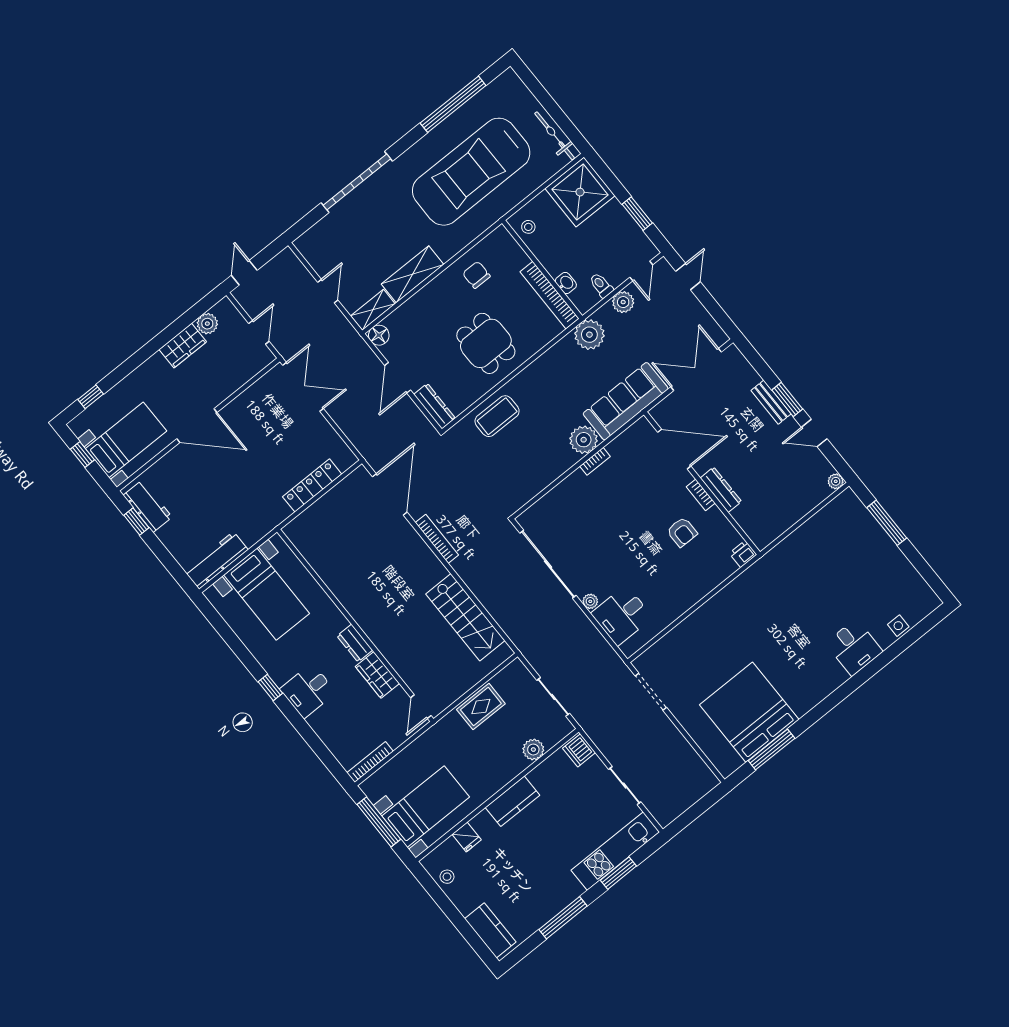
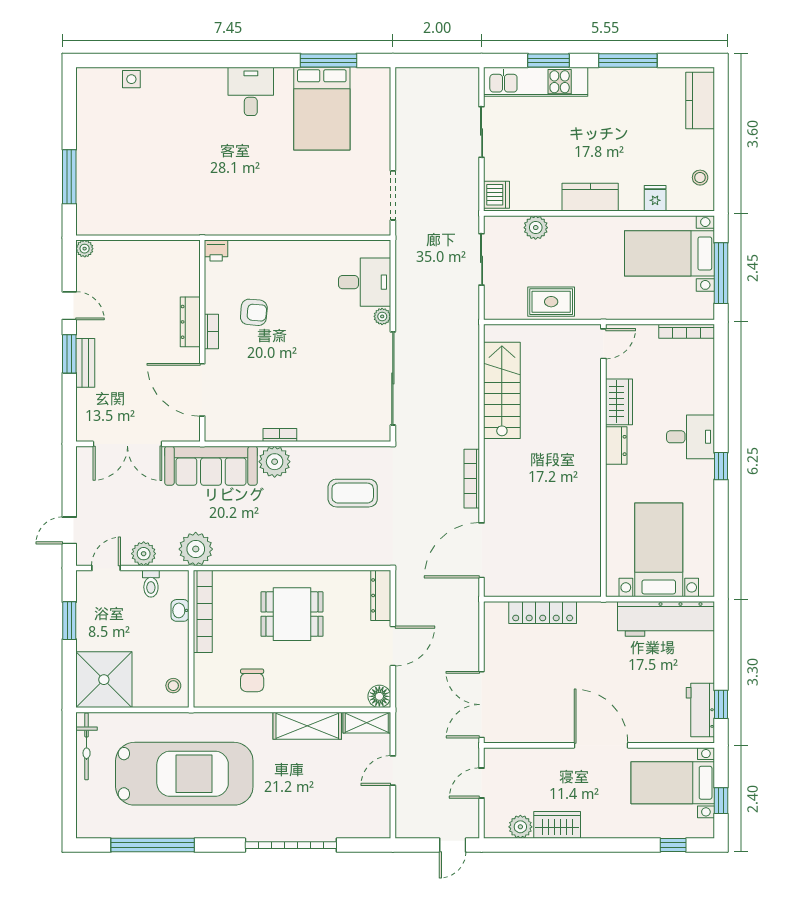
dining table: (486, 343) -> (292, 614), turned 90
coffee table: (497, 416) -> (353, 493), moved
armchair: (682, 532) -> (254, 312), turned 95
workbench: (216, 560) -> (666, 619), width x1.36, depth x1.32
desk: (854, 647) -> (251, 91), moved
bed: (749, 712) -> (322, 109), width x0.73

